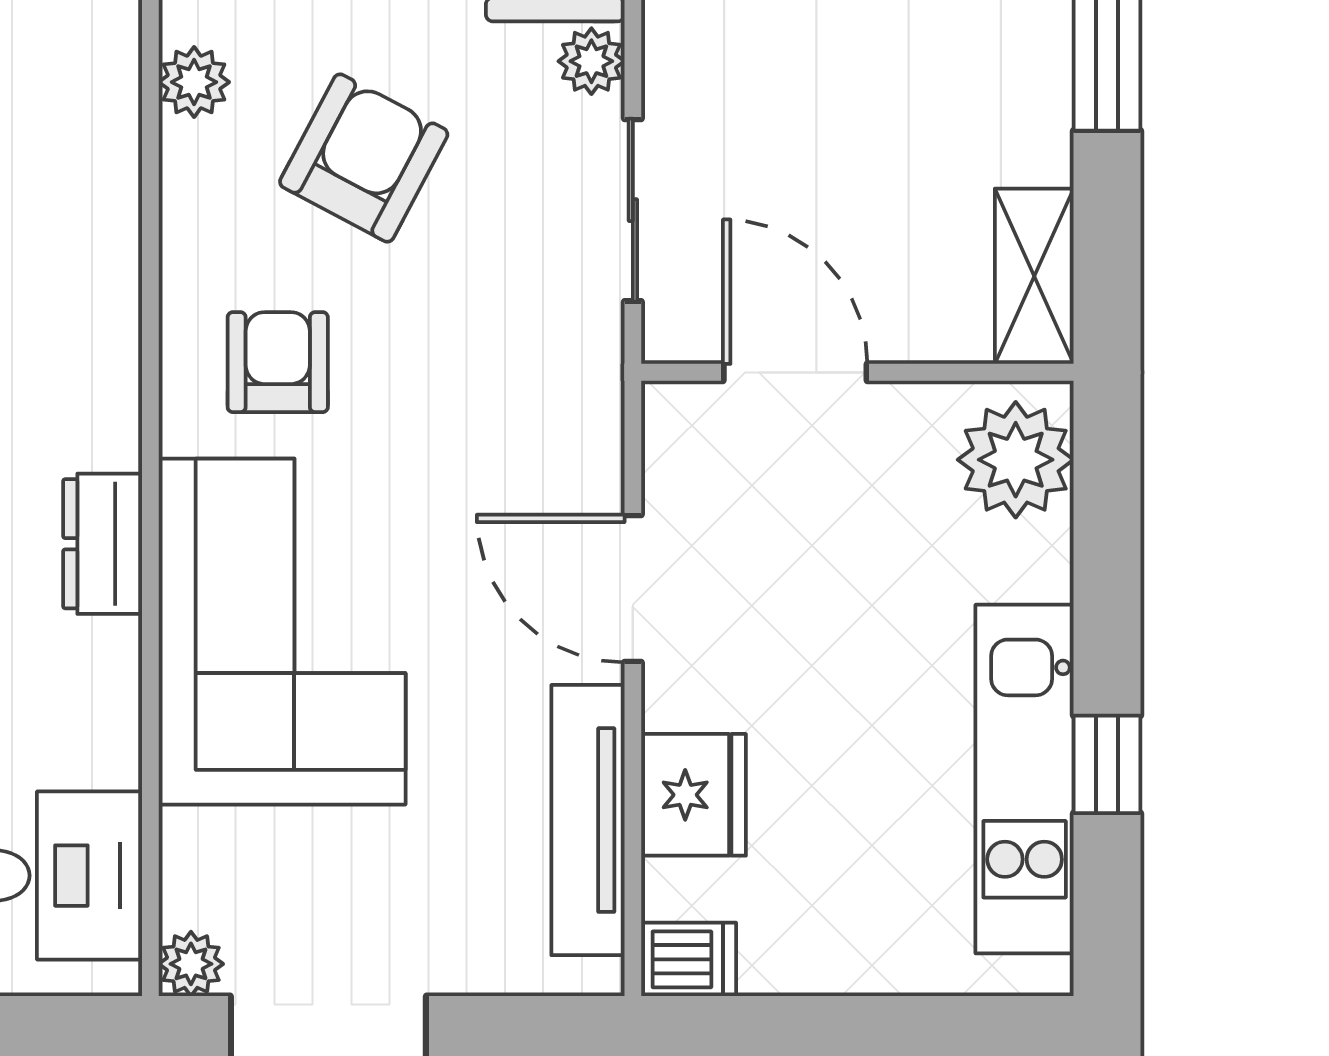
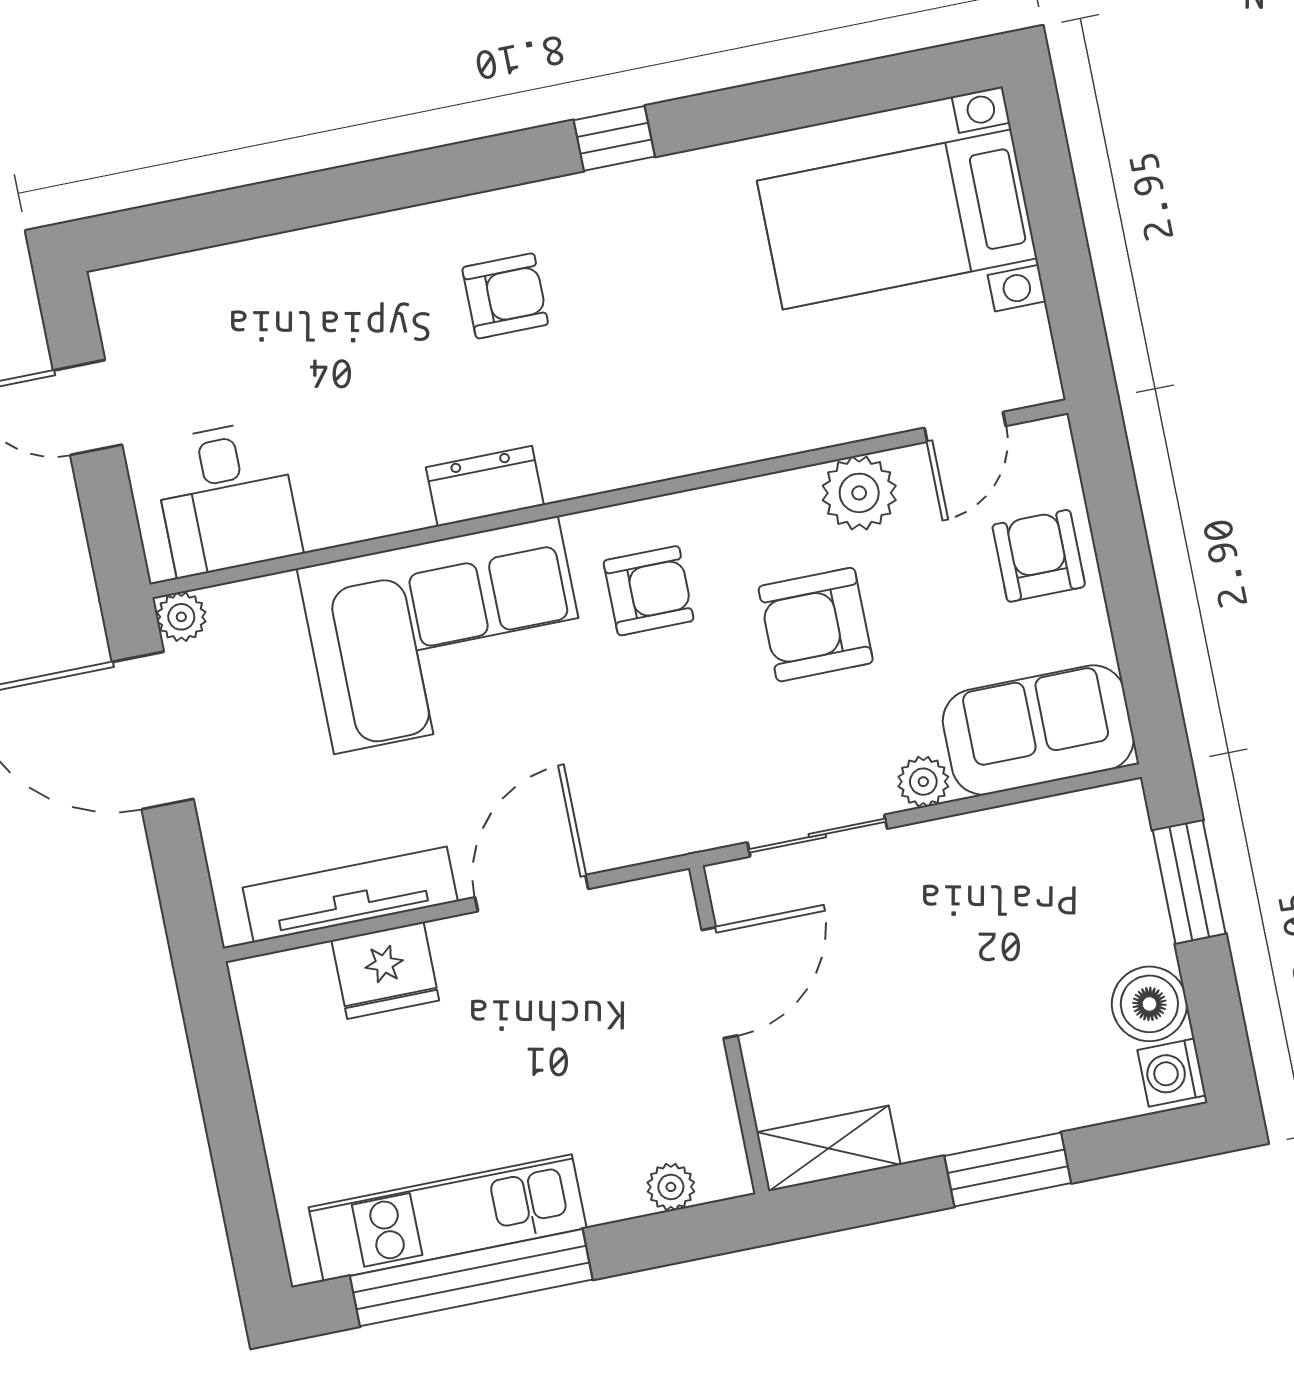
plant: (194, 82) -> (859, 493), width x1.38, depth x1.38
armchair: (364, 158) -> (816, 625), turned 152
plant: (1016, 460) -> (671, 1187), width x0.53, depth x0.53
window: (1107, 764) -> (471, 1278), width x3.17
dishwasher: (689, 959) -> (260, 992), removed

